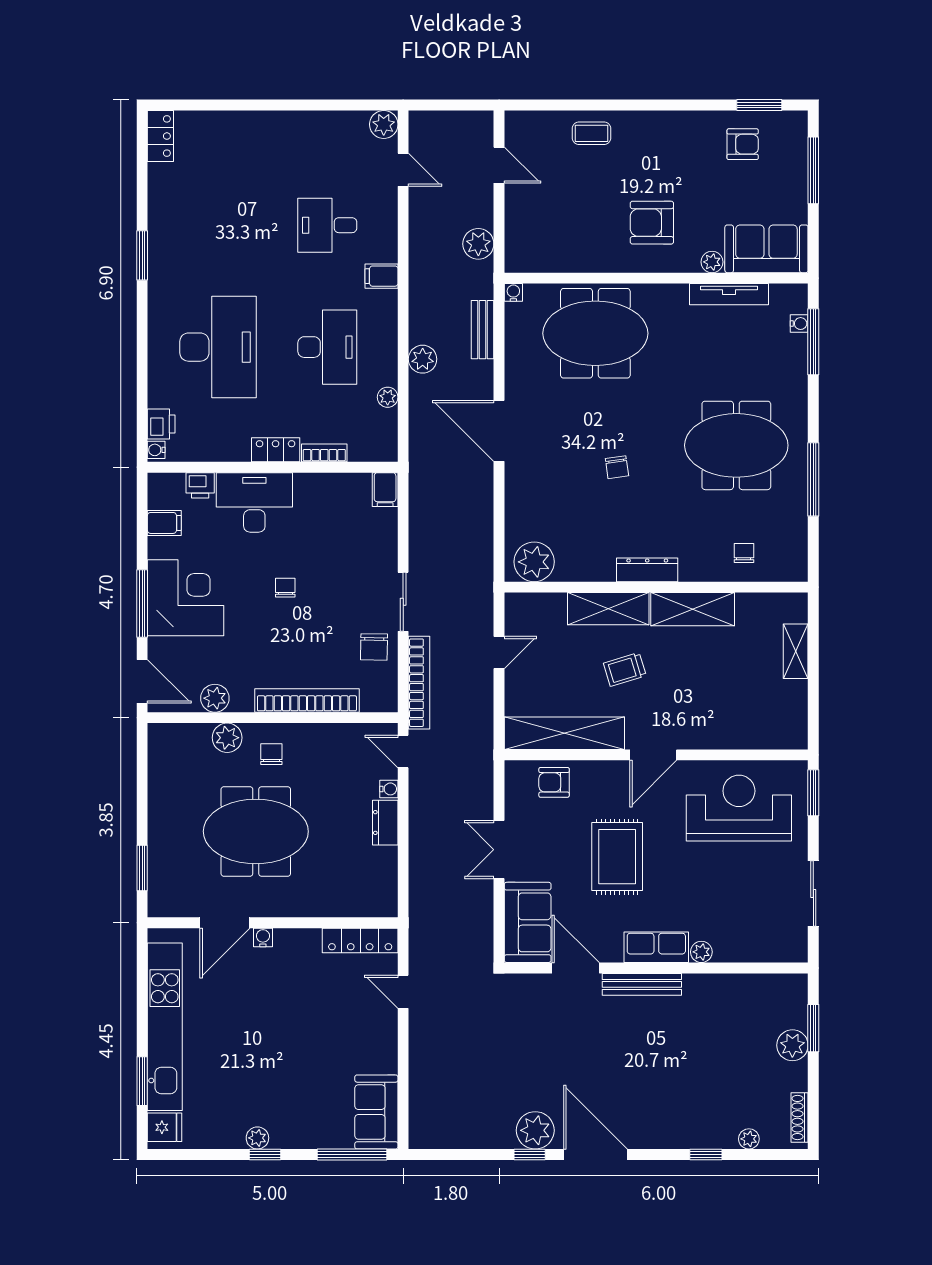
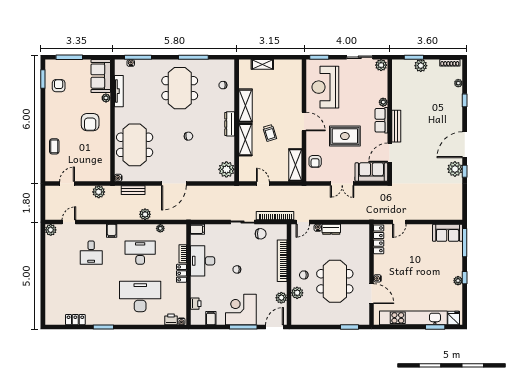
locker: (160, 136) -> (75, 320), moved
desk: (254, 502) -> (203, 261), moved
shelving: (564, 733) -> (295, 165), width x0.68
plant: (794, 947) -> (381, 65), added

